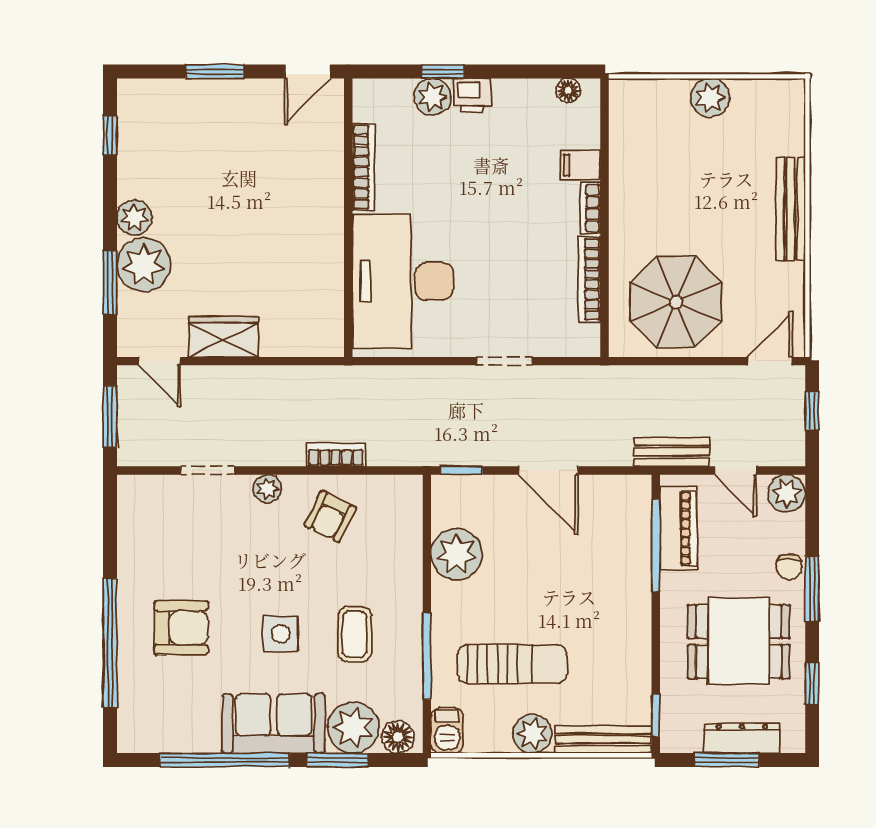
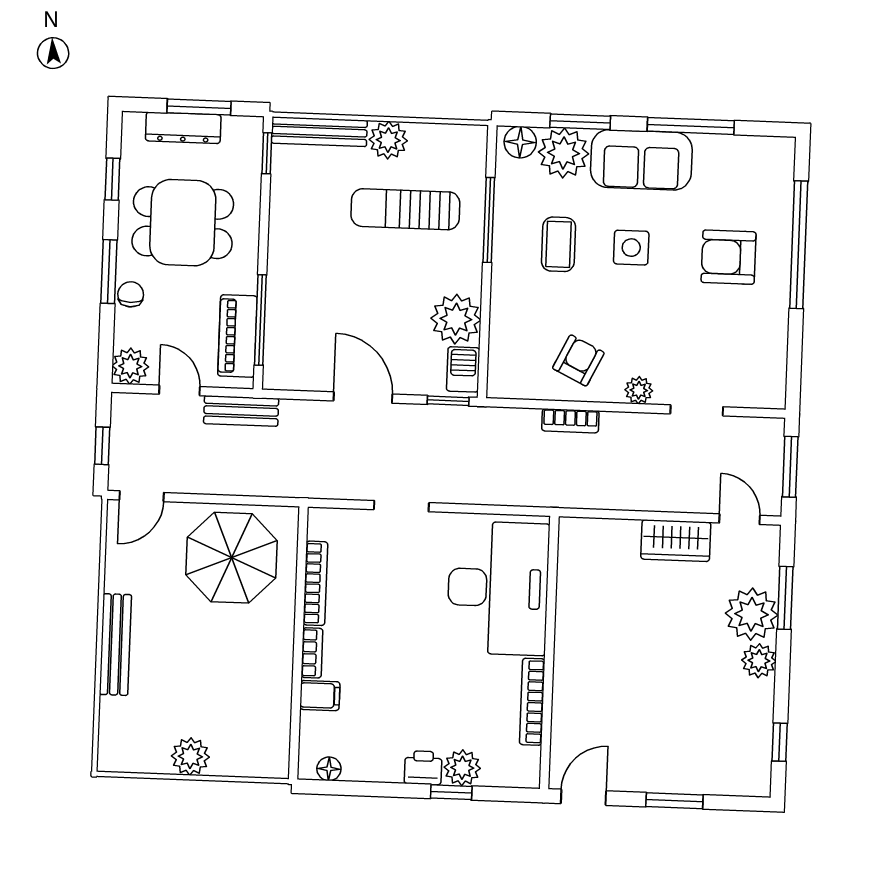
barbecue: (447, 730) -> (463, 369), moved
window: (225, 760) -> (691, 126), width x0.68

